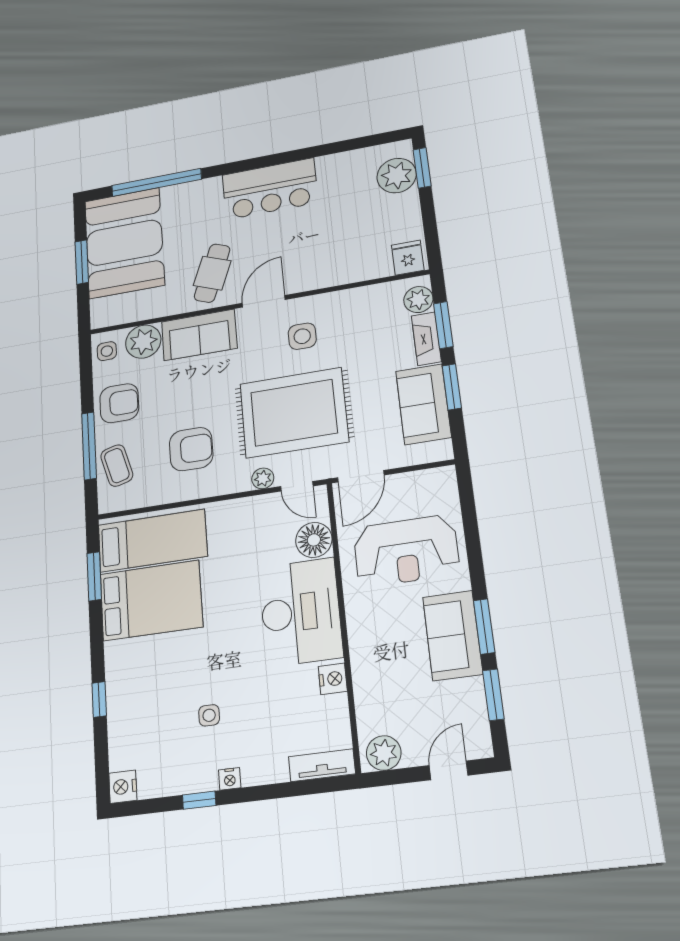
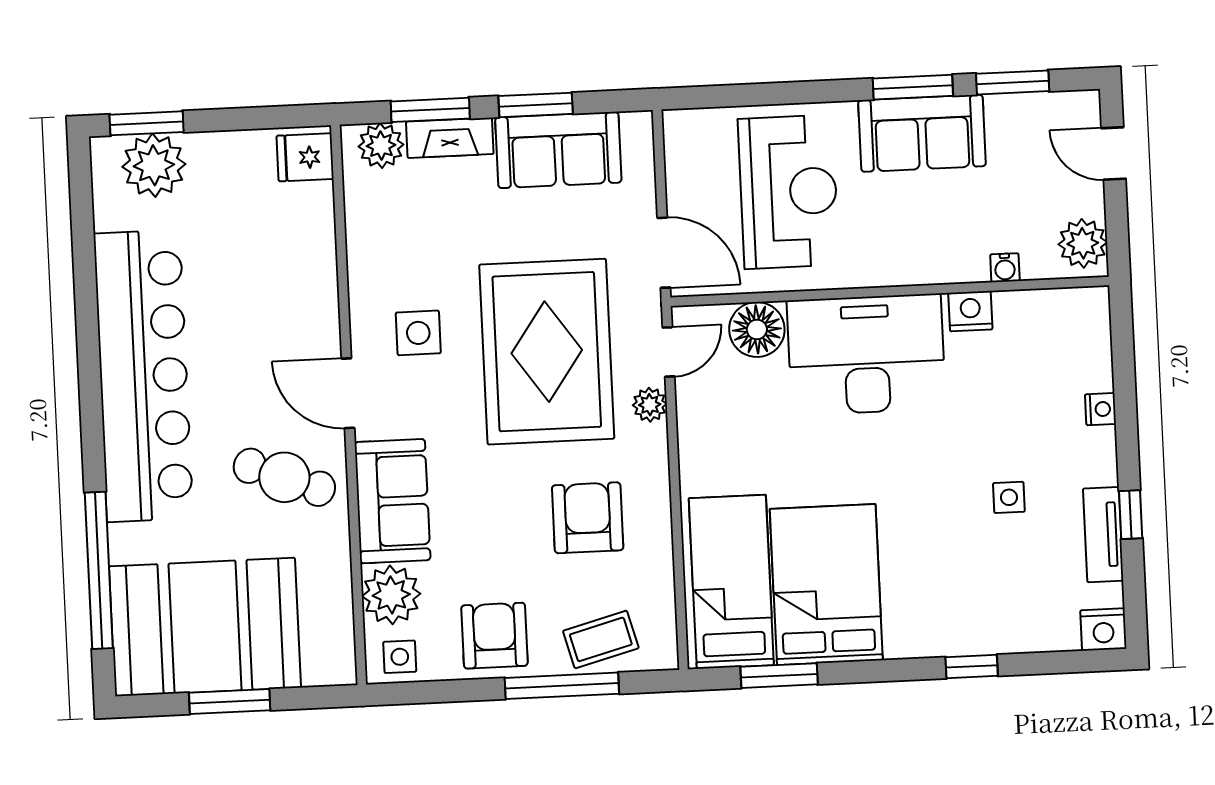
bar counter: (270, 189) -> (143, 376), width x1.86
water cooler: (364, 700) -> (1005, 268), added
tv unit: (322, 765) -> (1103, 535), moved
nightstand: (230, 779) -> (1100, 409), moved

